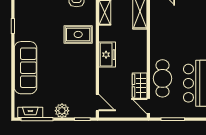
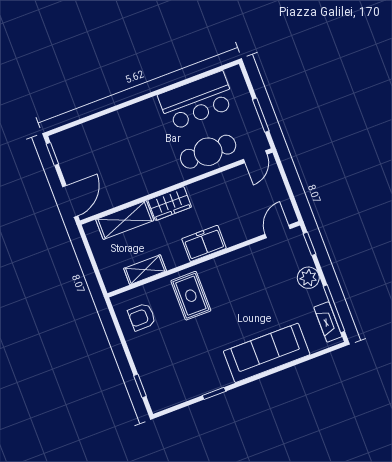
wardrobe: (140, 86) -> (170, 204), moved

